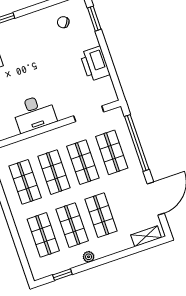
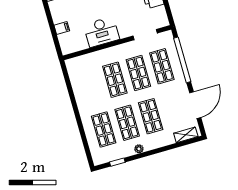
shop shelf: (25, 182) -> (91, 86), removed

